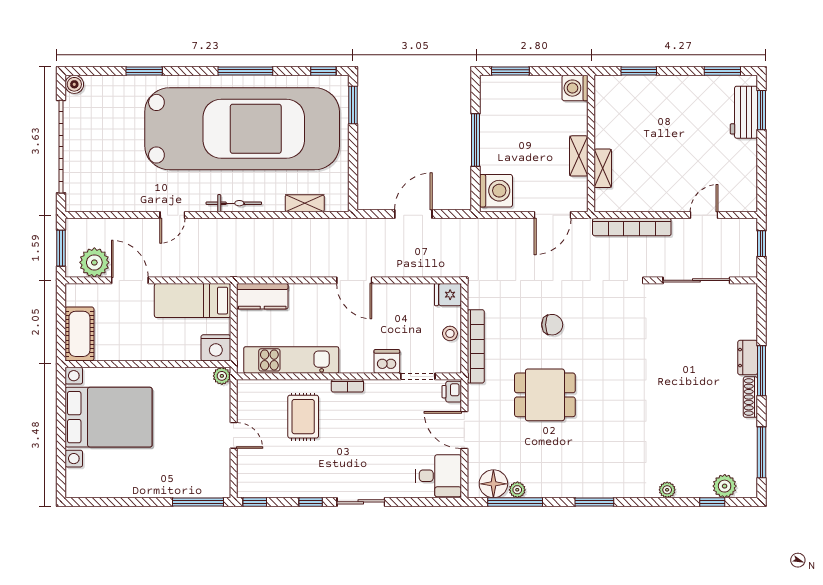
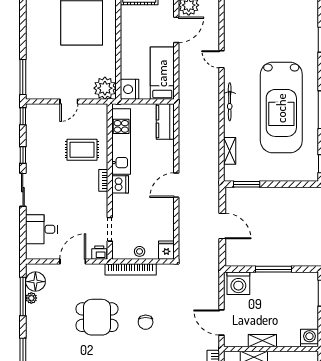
window: (353, 105) -> (247, 184), moved
car: (242, 129) -> (281, 108), width x0.73, depth x0.67
dishwasher: (387, 361) -> (120, 184), moved
plant: (222, 376) -> (105, 88), width x1.88, depth x1.88
dining table: (545, 395) -> (97, 317), turned 90
desk: (439, 476) -> (41, 229), moved, turned 90

